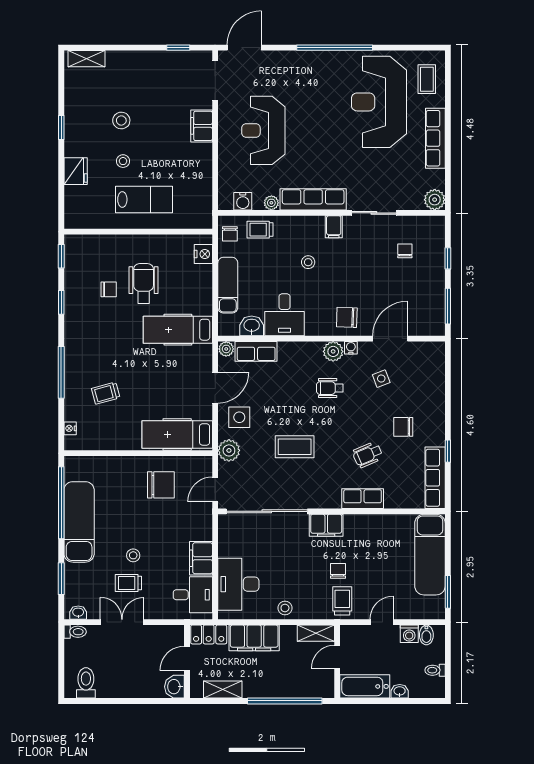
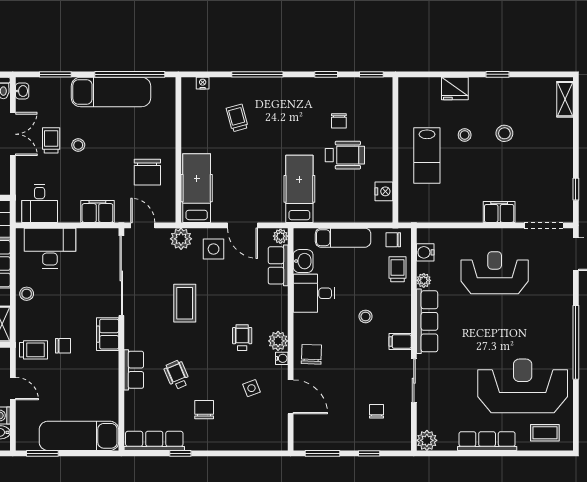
chair: (405, 251) -> (377, 411), turned -90
nightstand: (203, 254) -> (384, 191), moved, turned -90
filing cabinet: (201, 558) -> (97, 211), moved

